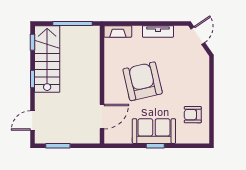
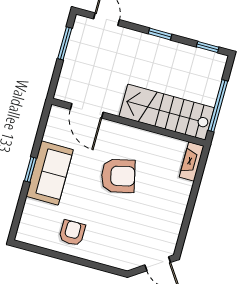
tv unit: (158, 31) -> (177, 213), removed
stairs: (47, 59) -> (167, 112), moved, turned 180
armchair: (143, 81) -> (118, 176), width x0.73, depth x0.73
armchair: (193, 115) -> (72, 233), moved

